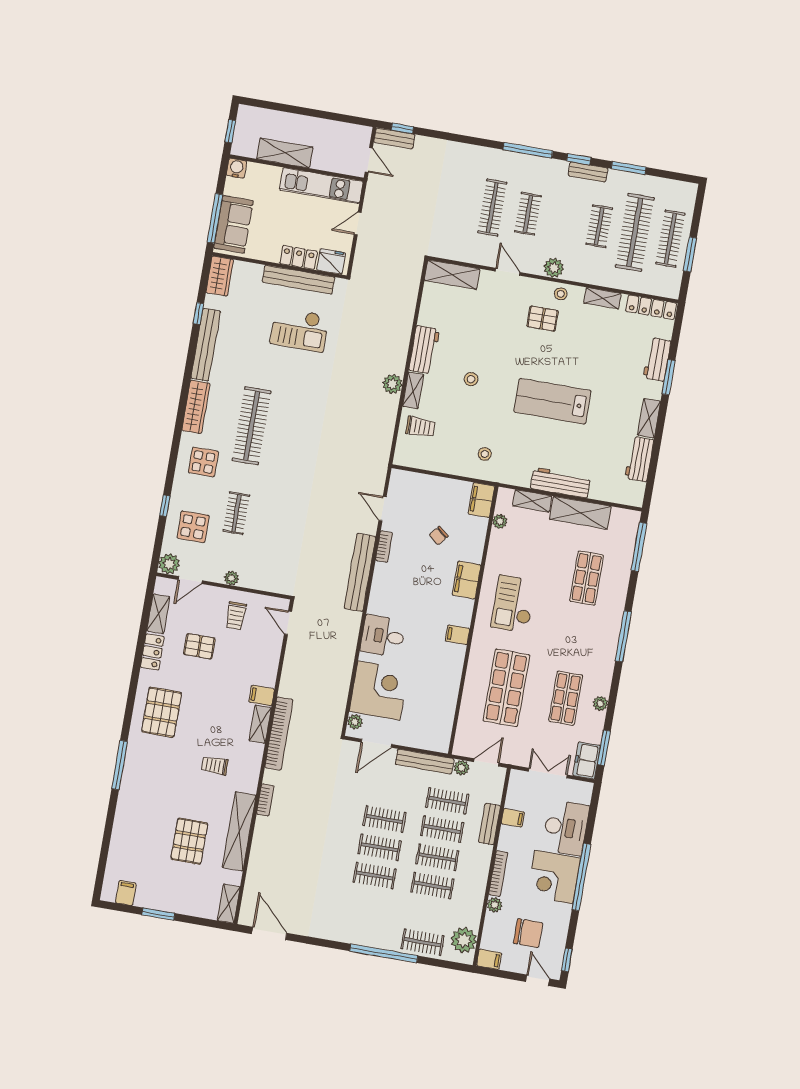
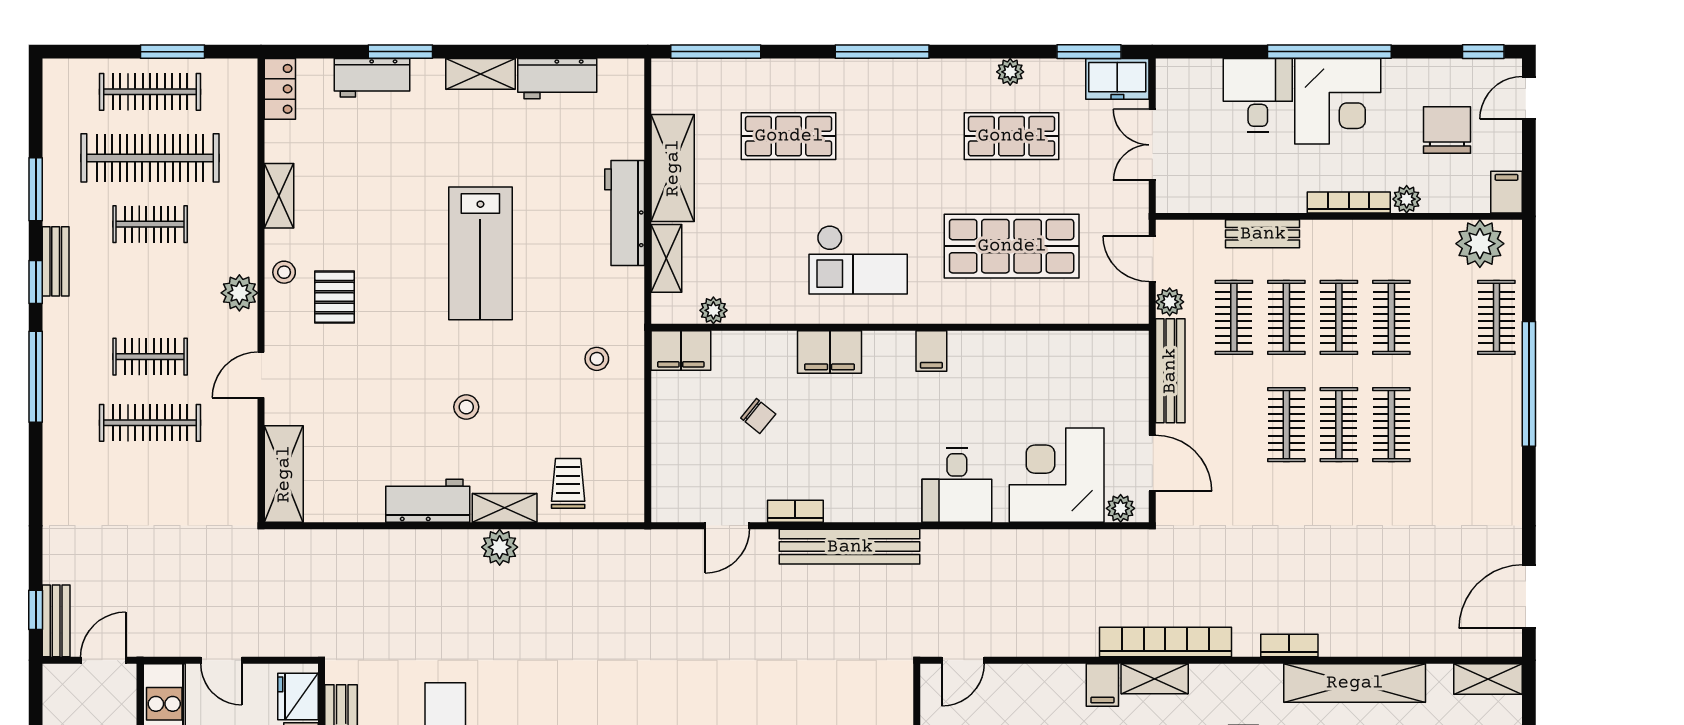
locker: (651, 307) -> (280, 89), width x0.66
filing cabinet: (513, 818) -> (1244, 194), removed
desk: (566, 828) -> (1258, 95), width x0.73

